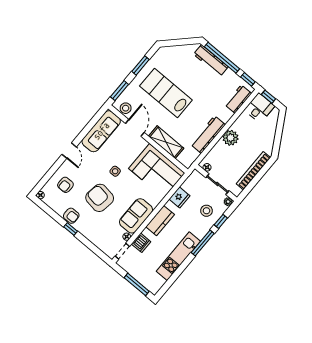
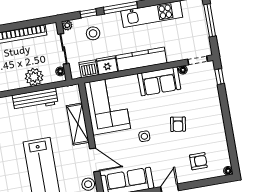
door: (135, 128) -> (95, 160), swing flipped
plant: (231, 138) -> (34, 77), moved
armchair: (100, 198) -> (178, 124), width x0.53, depth x0.53
armchair: (71, 216) -> (216, 130), removed
kitchen counter: (160, 221) -> (141, 59), width x1.50
window: (71, 229) -> (219, 77), moved
dishwasher: (141, 243) -> (89, 69), moved

